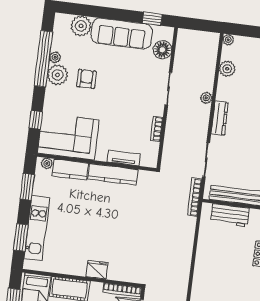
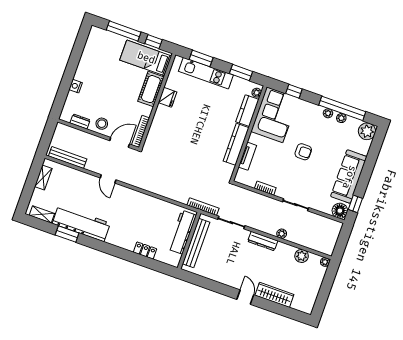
plant: (81, 26) -> (367, 131), moved
floor lamp: (162, 50) -> (340, 211), moved
plant: (58, 75) -> (328, 113), width x0.53, depth x0.53
armchair: (86, 79) -> (303, 152), moved
workbench: (230, 215) -> (182, 232), width x1.37
fridge: (97, 270) -> (168, 97), moved

